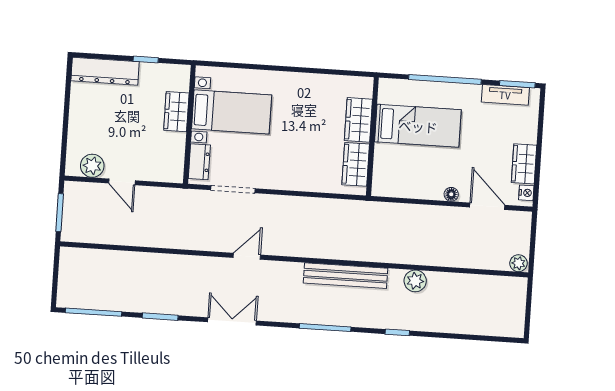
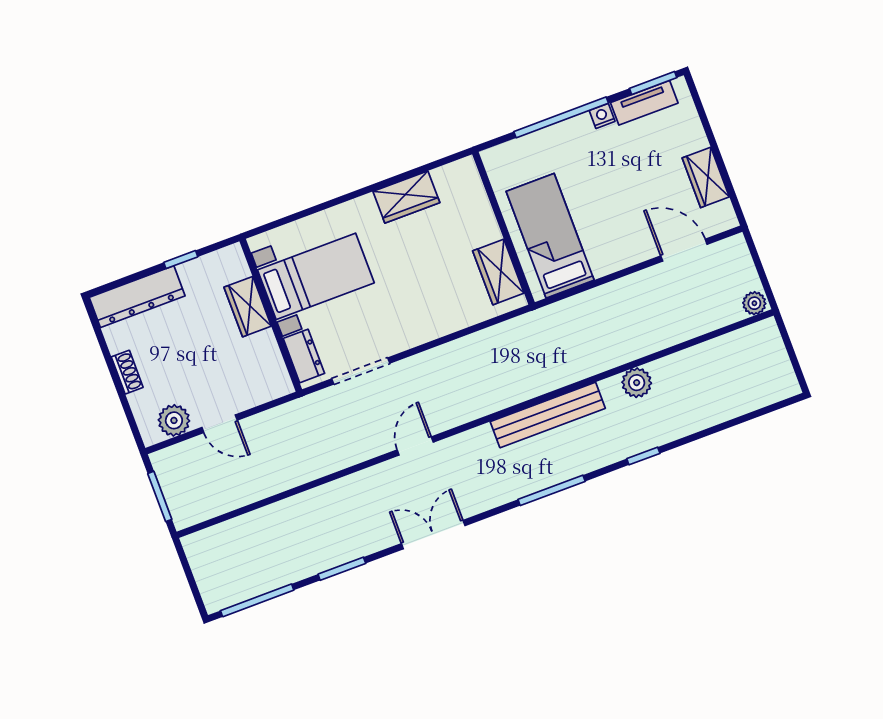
shoe rack: (75, 119) -> (127, 372), added
wardrobe: (358, 120) -> (406, 197), moved, turned -90
bed: (418, 126) -> (550, 236), moved, turned -90
nightstand: (526, 193) -> (602, 116), moved, turned -90
floor lamp: (451, 194) -> (633, 256), removed

